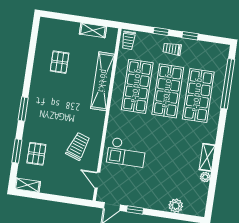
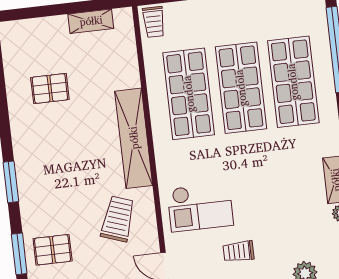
trolley: (172, 49) -> (238, 251), moved
pallet: (60, 62) -> (50, 88), turned 90
shelving: (103, 81) -> (134, 138), moved
pallet: (36, 154) -> (53, 250), turned 90

